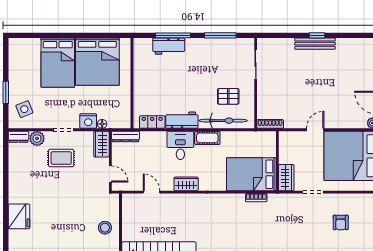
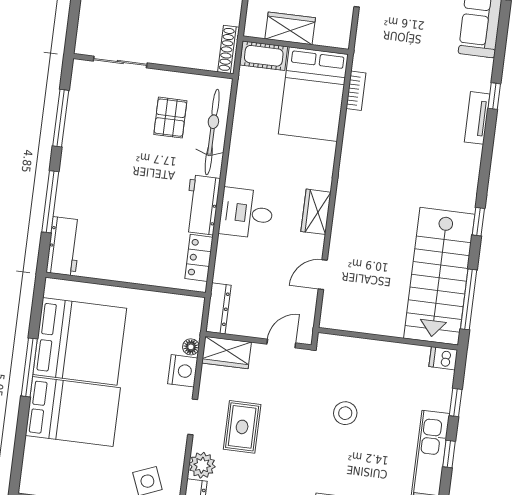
window: (79, 35) -> (29, 367), added
workbench: (169, 46) -> (64, 246), moved
cot: (207, 138) -> (264, 56), moved, turned 90
wardrobe: (286, 178) -> (290, 28), moved
stool: (105, 228) -> (345, 413), moved

